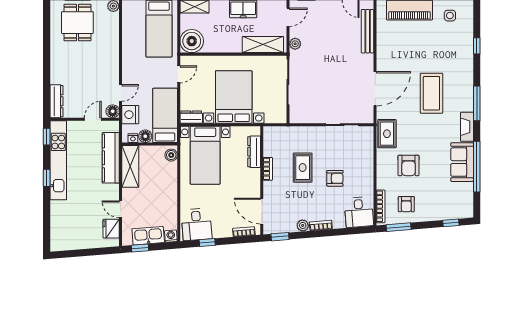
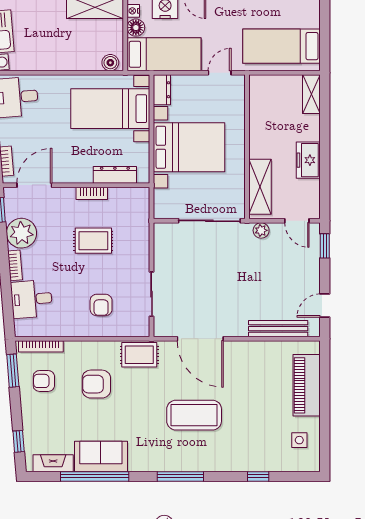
boiler: (192, 41) -> (265, 90), removed
door: (179, 74) -> (220, 73), swing flipped
fireplace: (467, 127) -> (53, 463), moved
armchair: (335, 178) -> (101, 305), moved
desk: (359, 212) -> (32, 299), moved
plant: (303, 225) -> (21, 233), width x1.87, depth x1.87

